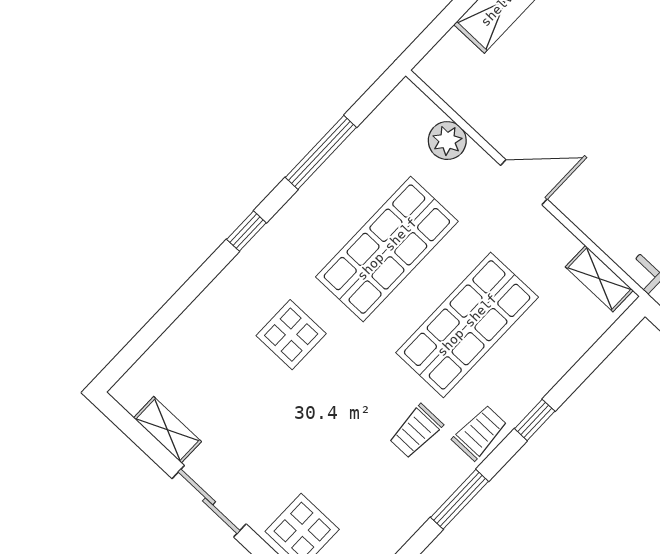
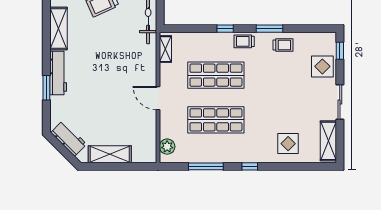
plant: (447, 141) -> (167, 147), moved
display table: (291, 335) -> (288, 144), moved
shelving: (167, 430) -> (328, 141), width x1.50, depth x1.33
trolley: (416, 431) -> (283, 45), moved

